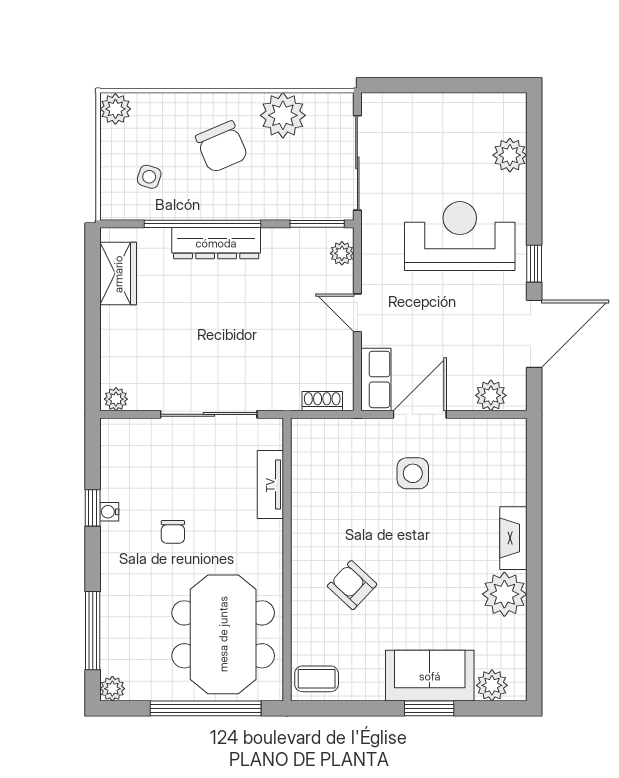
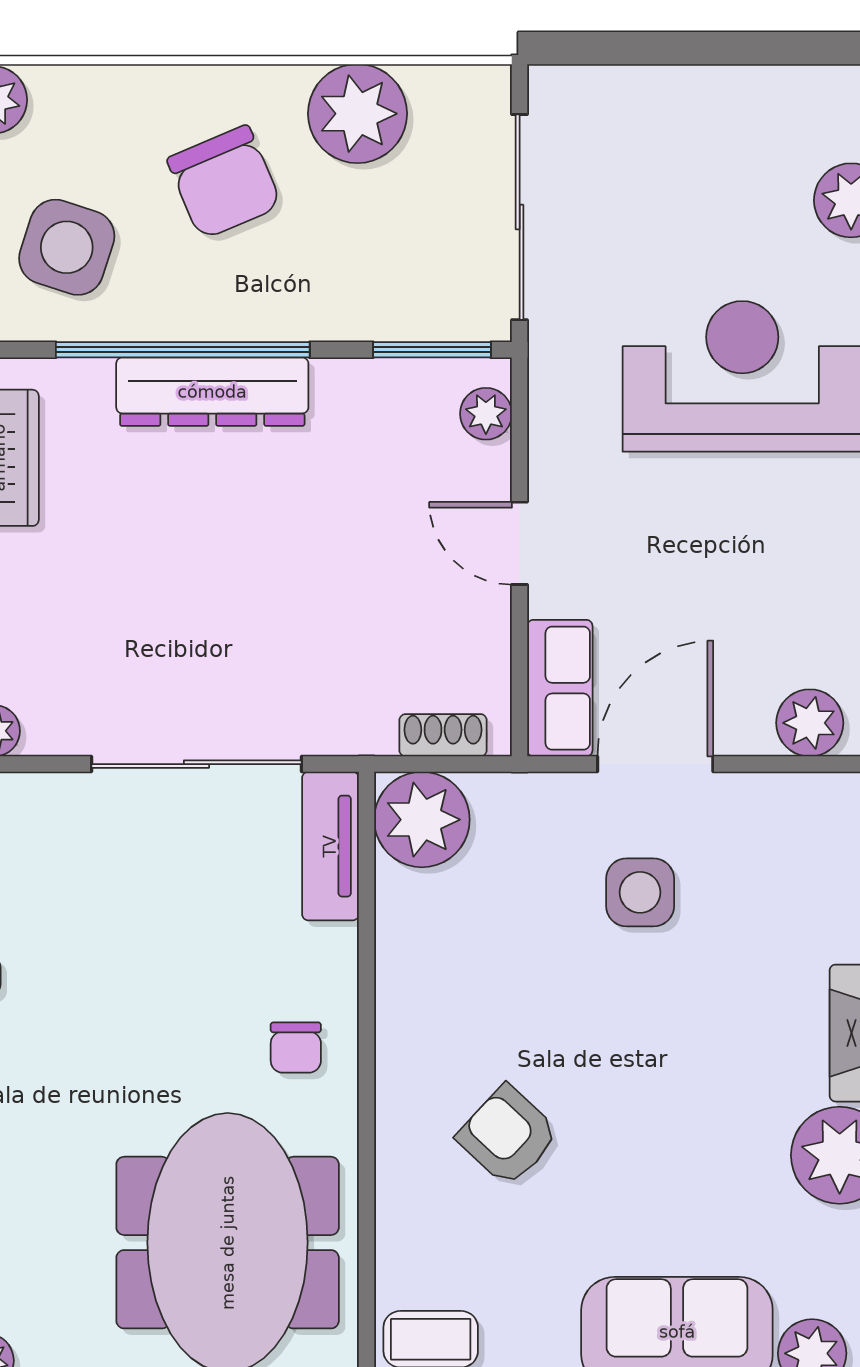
side table: (149, 177) -> (67, 247), width x1.87, depth x1.87
plant: (313, 440) -> (422, 820), added
tv unit: (270, 485) -> (330, 846), moved
chair: (173, 532) -> (296, 1048), moved

